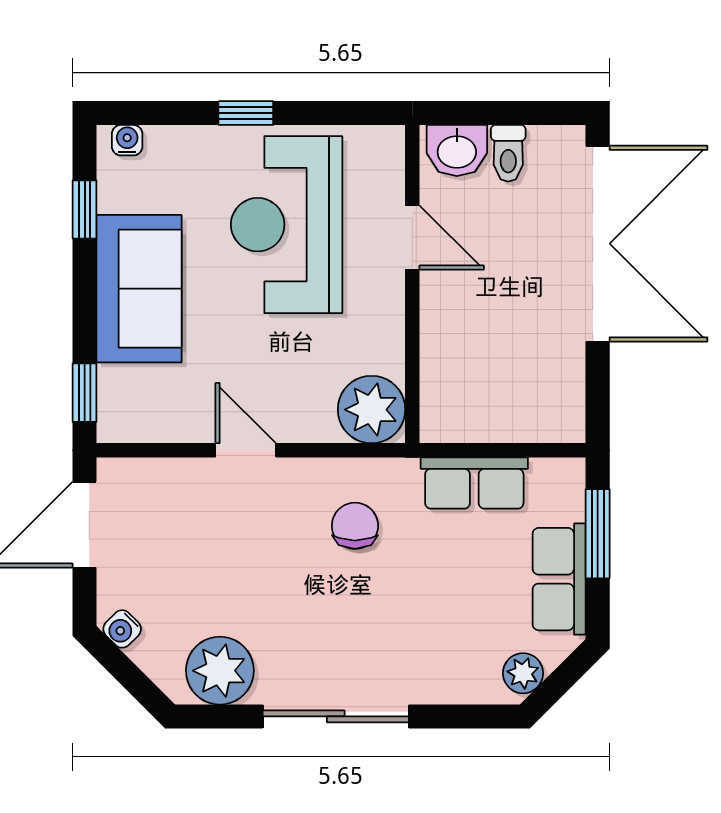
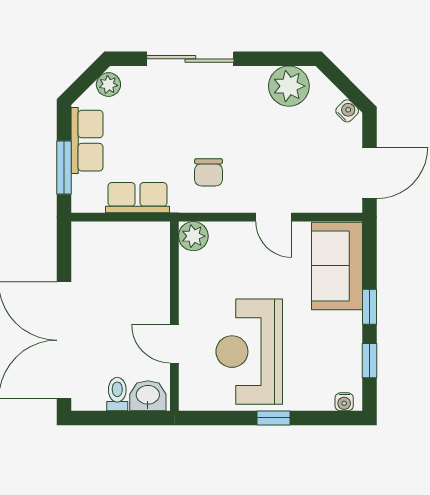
reception desk: (287, 225) -> (249, 352), turned 180
sofa: (139, 289) -> (337, 266), moved
window: (85, 393) -> (370, 307), moved
plant: (371, 410) -> (193, 236), width x0.73, depth x0.73
sliding door: (336, 716) -> (190, 59), moved

